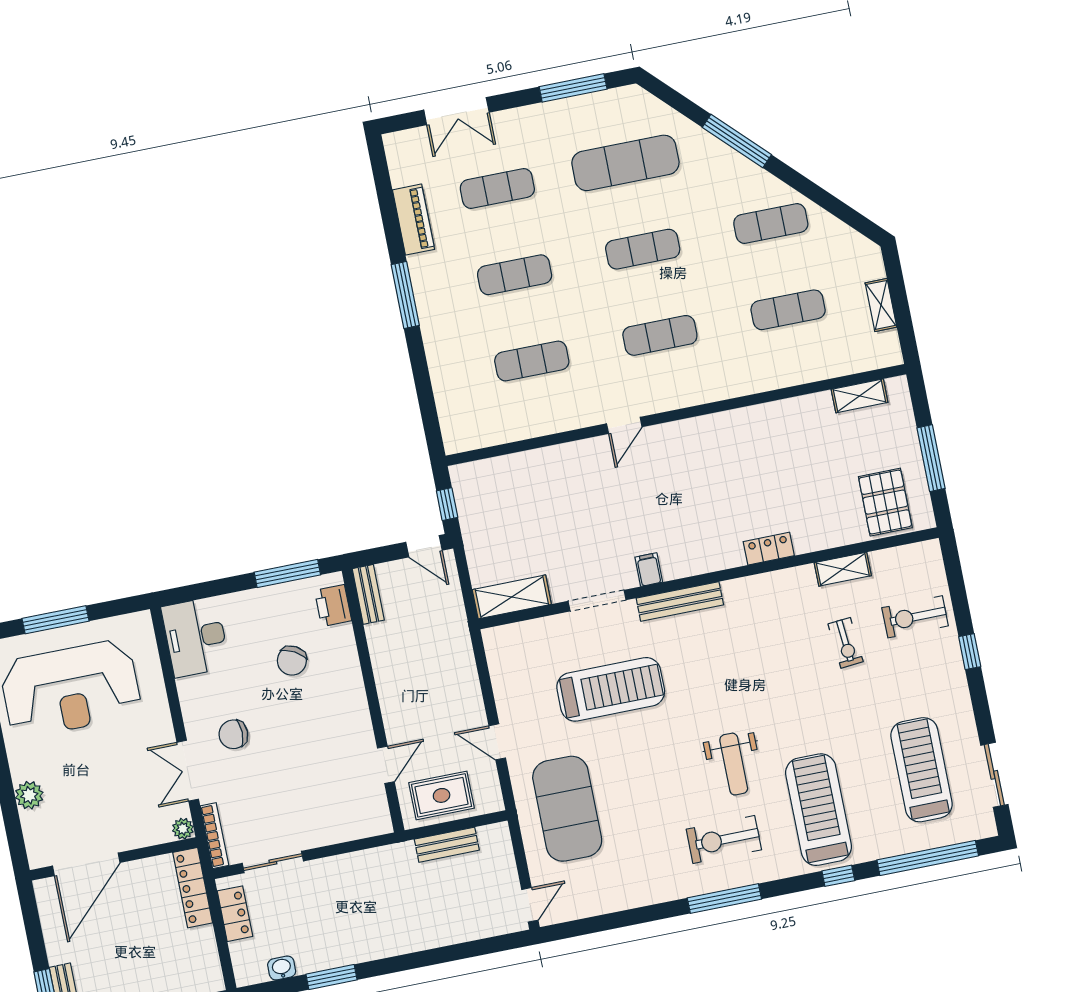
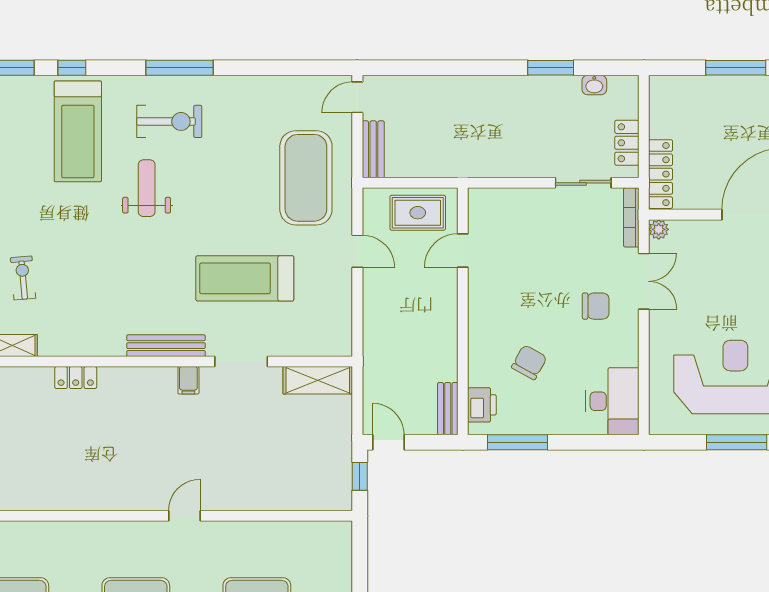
bench: (447, 845) -> (373, 149), moved, turned 90

